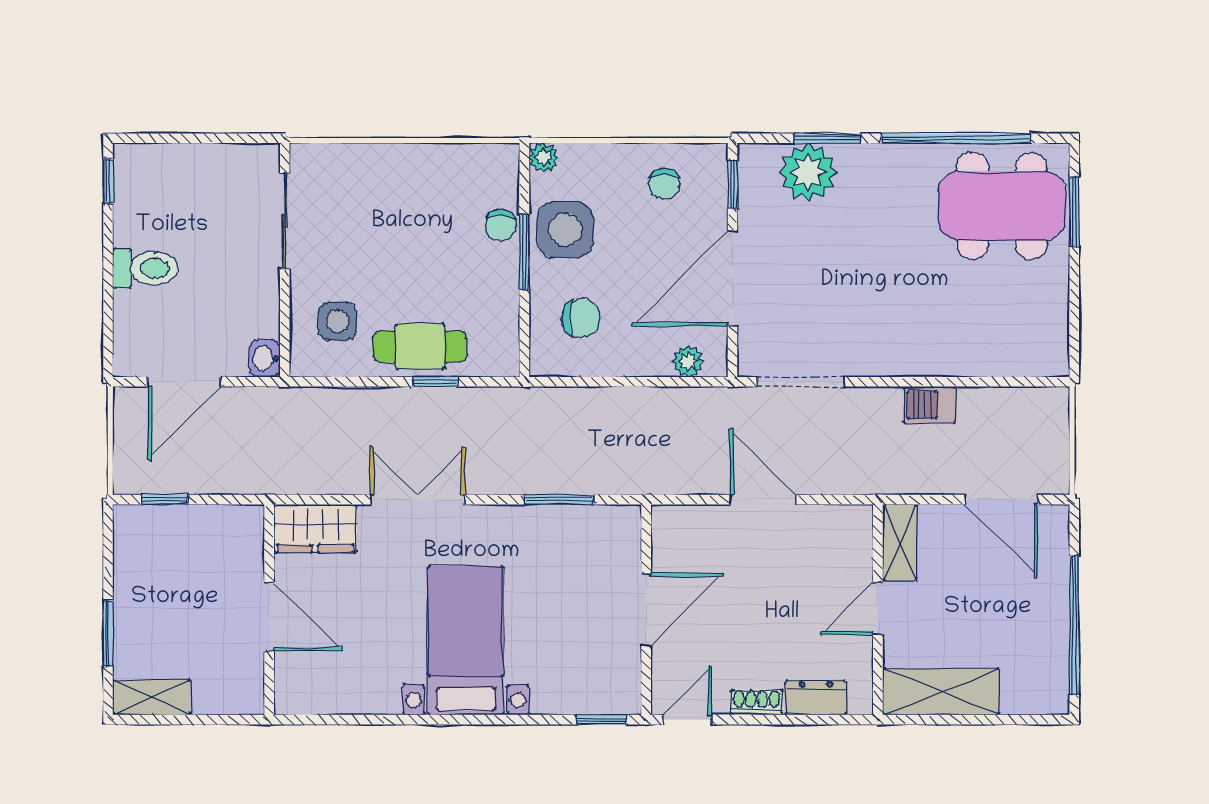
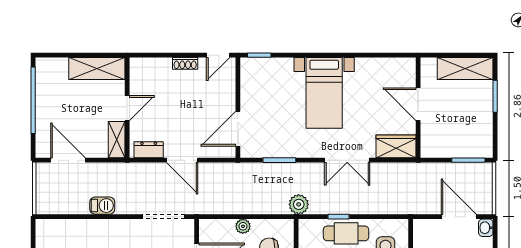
washbasin: (265, 358) -> (486, 228), moved, turned 180
plant: (688, 361) -> (243, 226), moved
door: (184, 382) -> (459, 217), hinge flipped
plant: (519, 407) -> (299, 204), added
window: (164, 500) -> (468, 160), width x1.50
door: (646, 610) -> (238, 129), moved
shelving: (152, 697) -> (465, 68), width x1.50, depth x1.33
dresser: (816, 698) -> (149, 150), moved, turned 180

